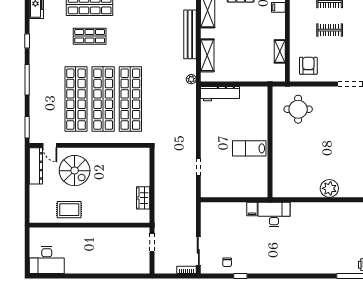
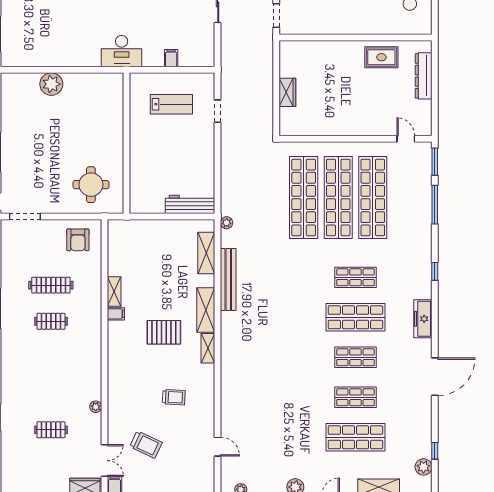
clothes rail: (330, 30) -> (51, 285), width x1.36
shelving: (280, 51) -> (114, 291), moved
window: (27, 80) -> (435, 205), moved
lab bench: (249, 148) -> (171, 104), moved
dresser: (36, 166) -> (424, 76), moved
spiral stairs: (75, 171) -> (375, 107), removed
wardrobe: (143, 198) -> (287, 92), moved
filing cabinet: (252, 209) -> (171, 58), moved

